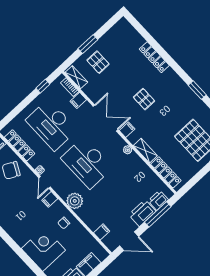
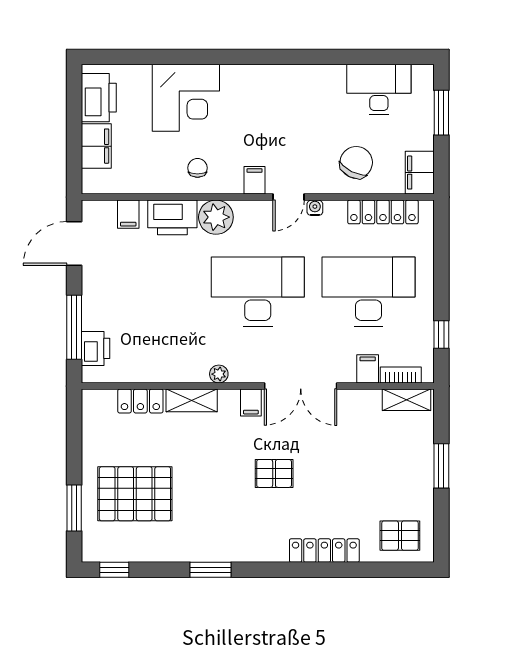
pallet: (98, 62) -> (400, 536), moved
locker: (166, 172) -> (140, 401), width x0.66
door: (45, 182) -> (289, 197), swing flipped
printer: (142, 213) -> (172, 217), moved, turned 90

